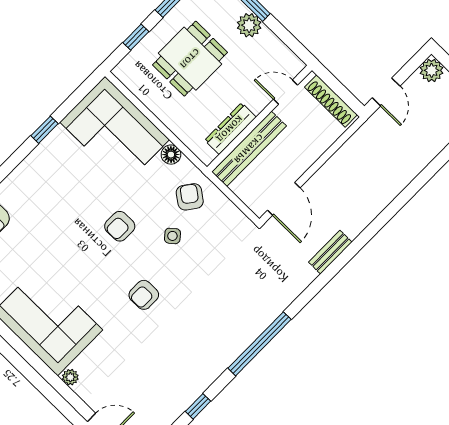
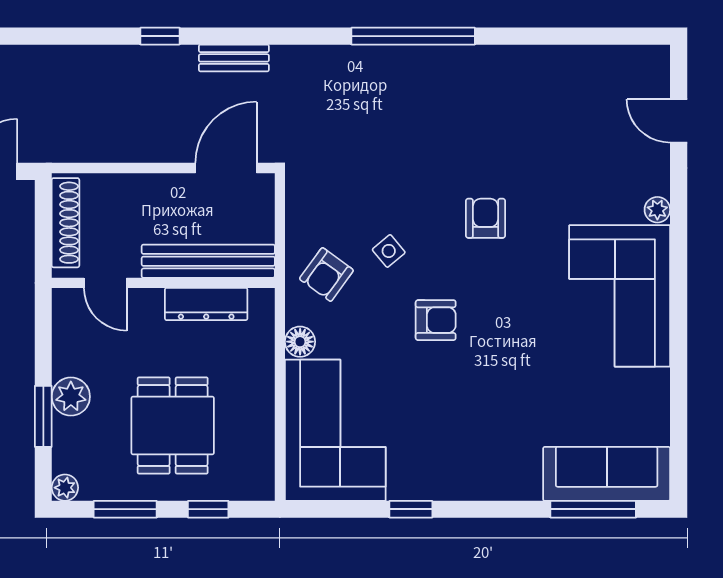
dining table: (190, 59) -> (173, 426), turned 90
armchair: (144, 295) -> (486, 218), turned -90
window: (198, 406) -> (160, 36), moved

